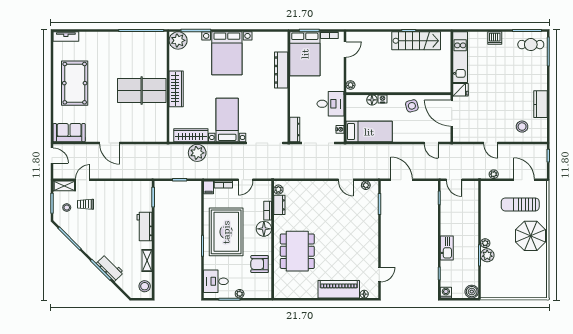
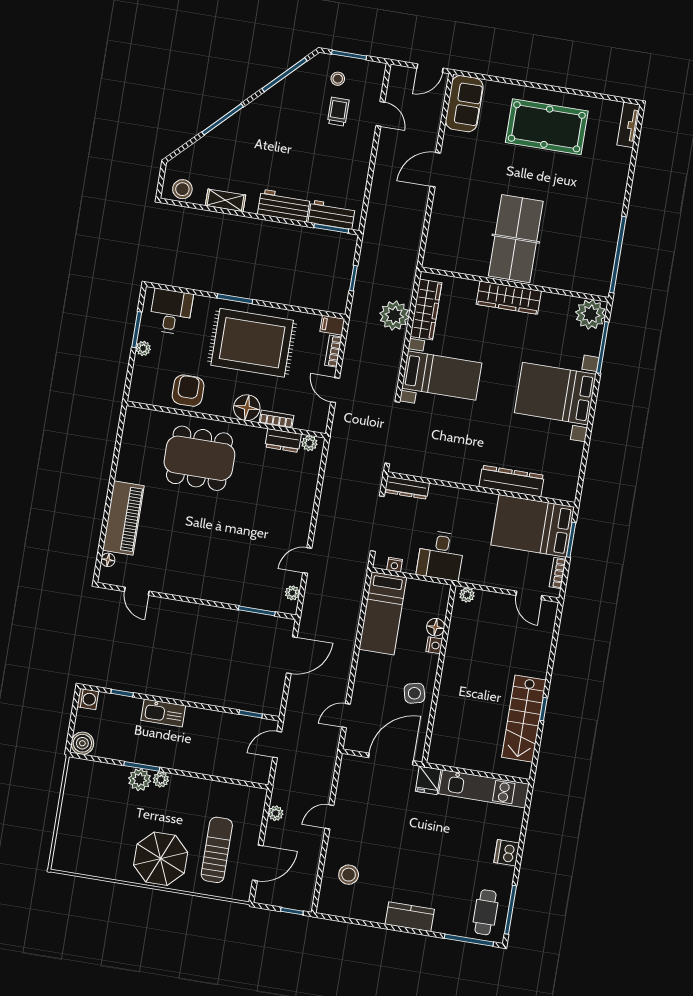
kitchen counter: (540, 104) -> (410, 917), moved
shelving: (64, 186) -> (375, 81), removed
workbench: (110, 268) -> (332, 215), moved, turned -135

